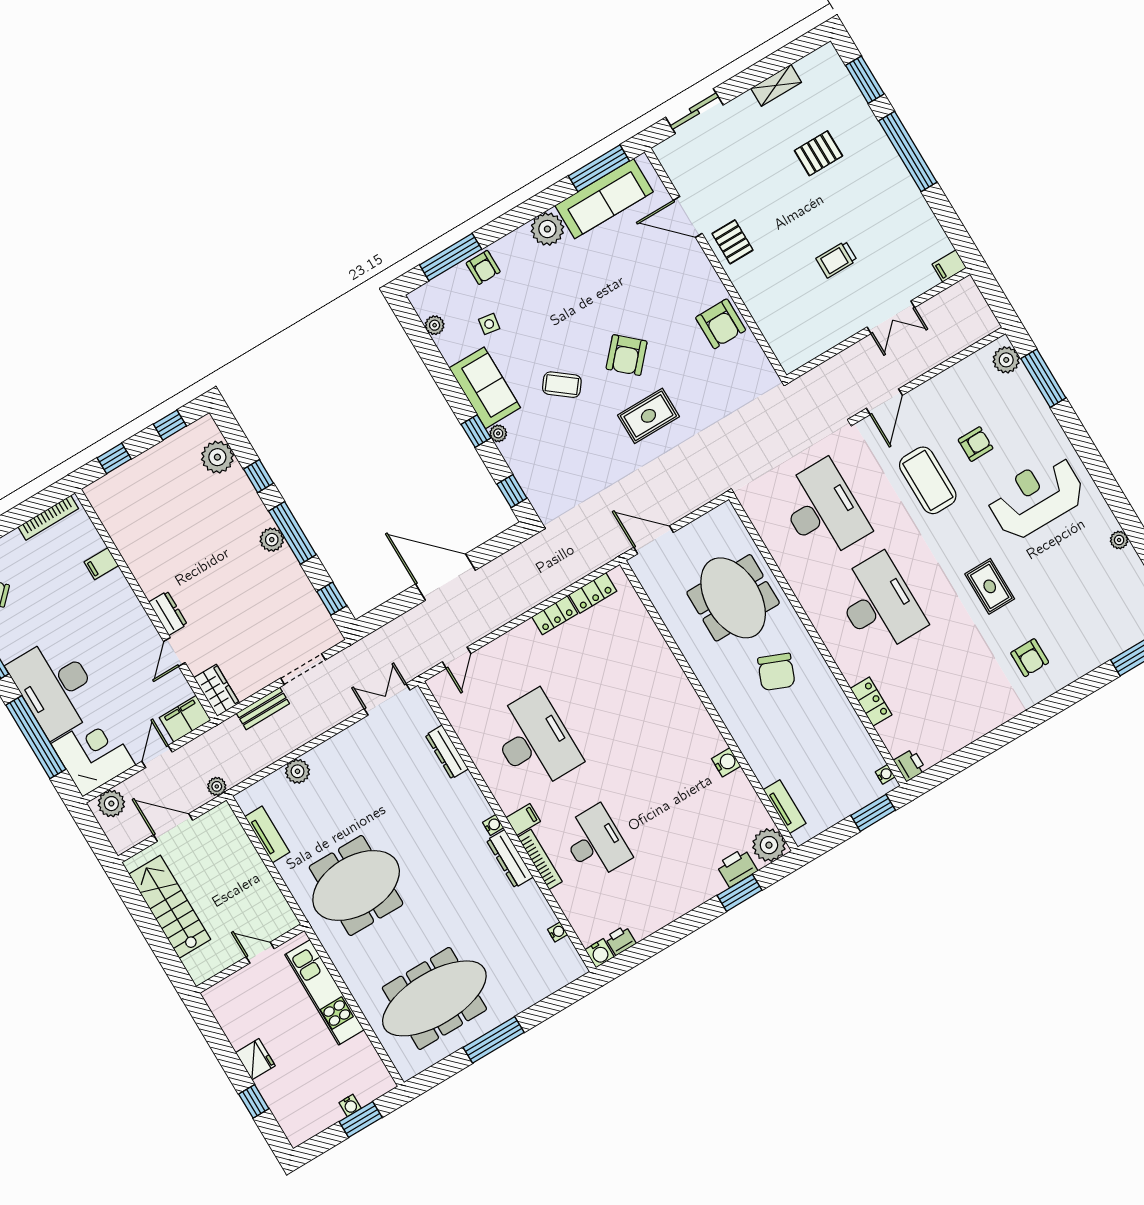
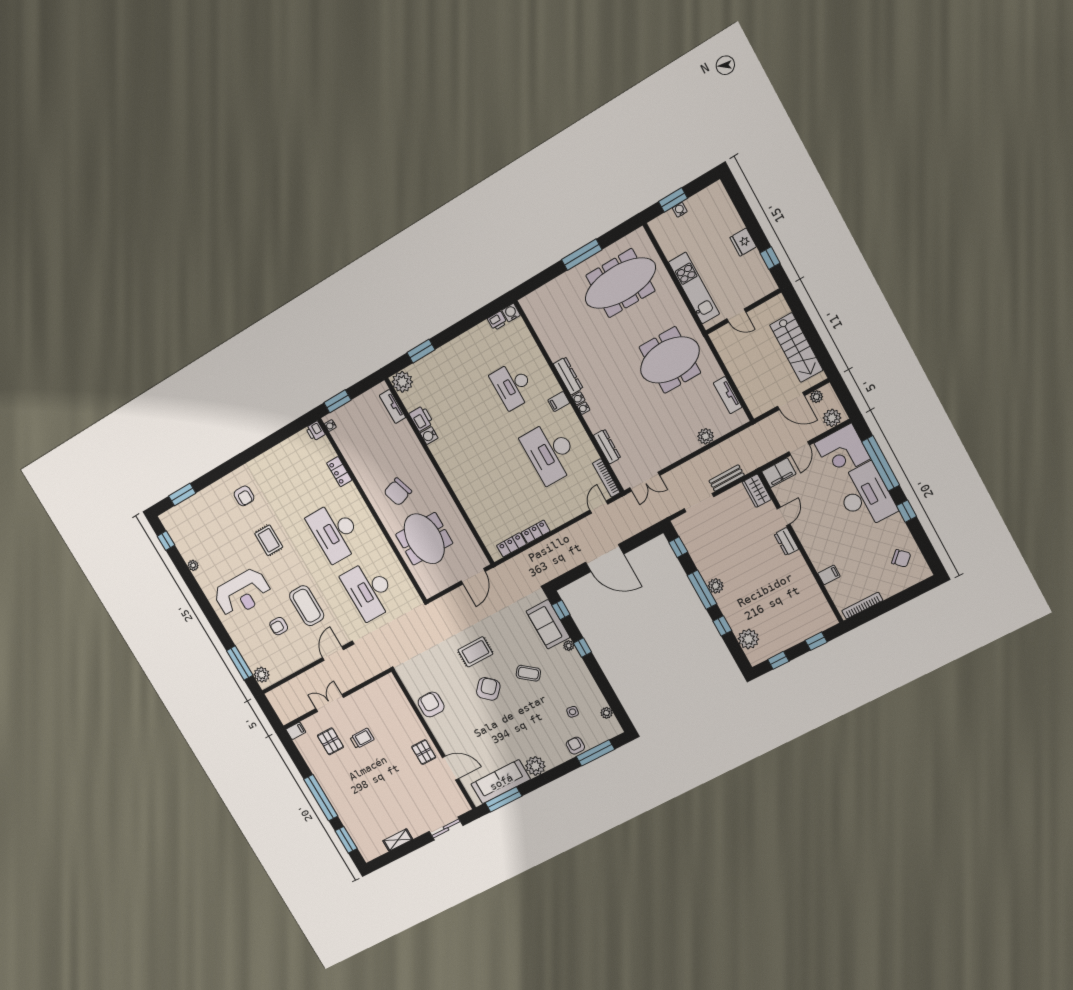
pallet: (818, 153) -> (330, 741), moved, turned 90
sofa: (485, 388) -> (548, 624), moved
door: (654, 540) -> (473, 576), hinge flipped
armchair: (1030, 658) -> (244, 496), turned 180
chair: (776, 672) -> (398, 492), turned -130
plant: (217, 786) -> (816, 397), moved
bookcase: (540, 859) -> (606, 478), moved
printer: (737, 868) -> (421, 418), moved, turned -90
water cooler: (558, 932) -> (584, 408), moved
window: (254, 1101) -> (770, 258), moved

